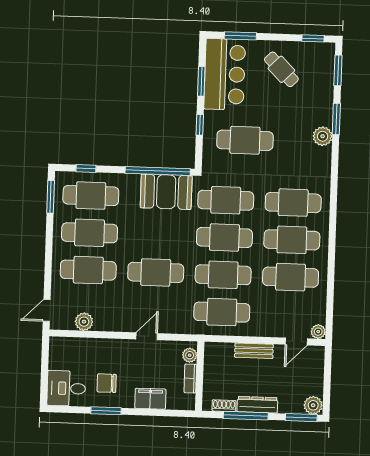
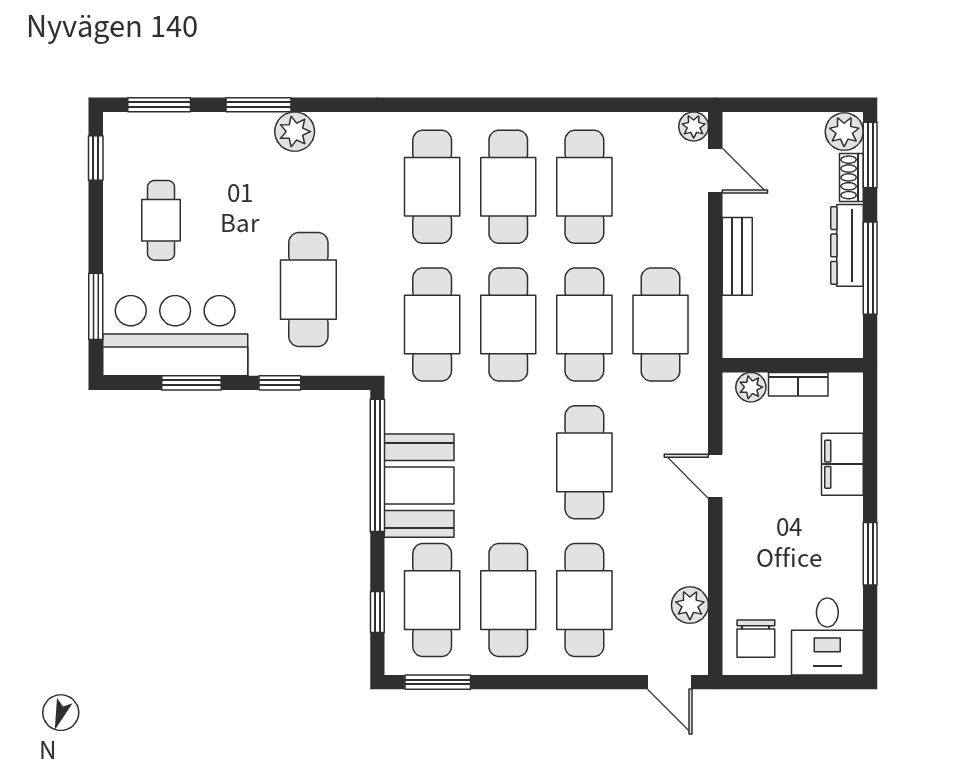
cafe table: (281, 69) -> (161, 220), turned -45
booth: (166, 192) -> (419, 486), moved
chair: (107, 383) -> (756, 639), moved
shoe rack: (224, 406) -> (851, 177), moved

